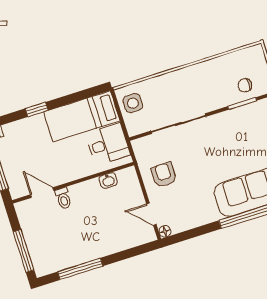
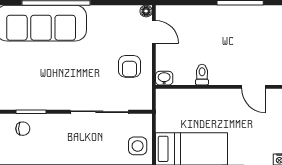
desk: (108, 144) -> (174, 114), removed
washbasin: (108, 180) -> (164, 78), moved
toilet: (63, 198) -> (202, 75), moved

